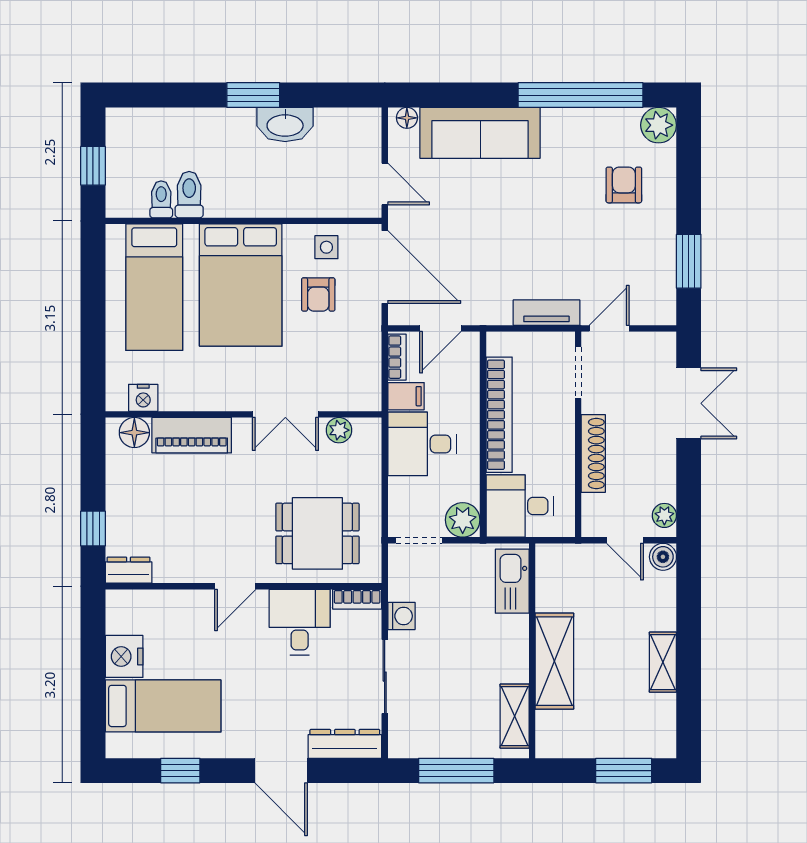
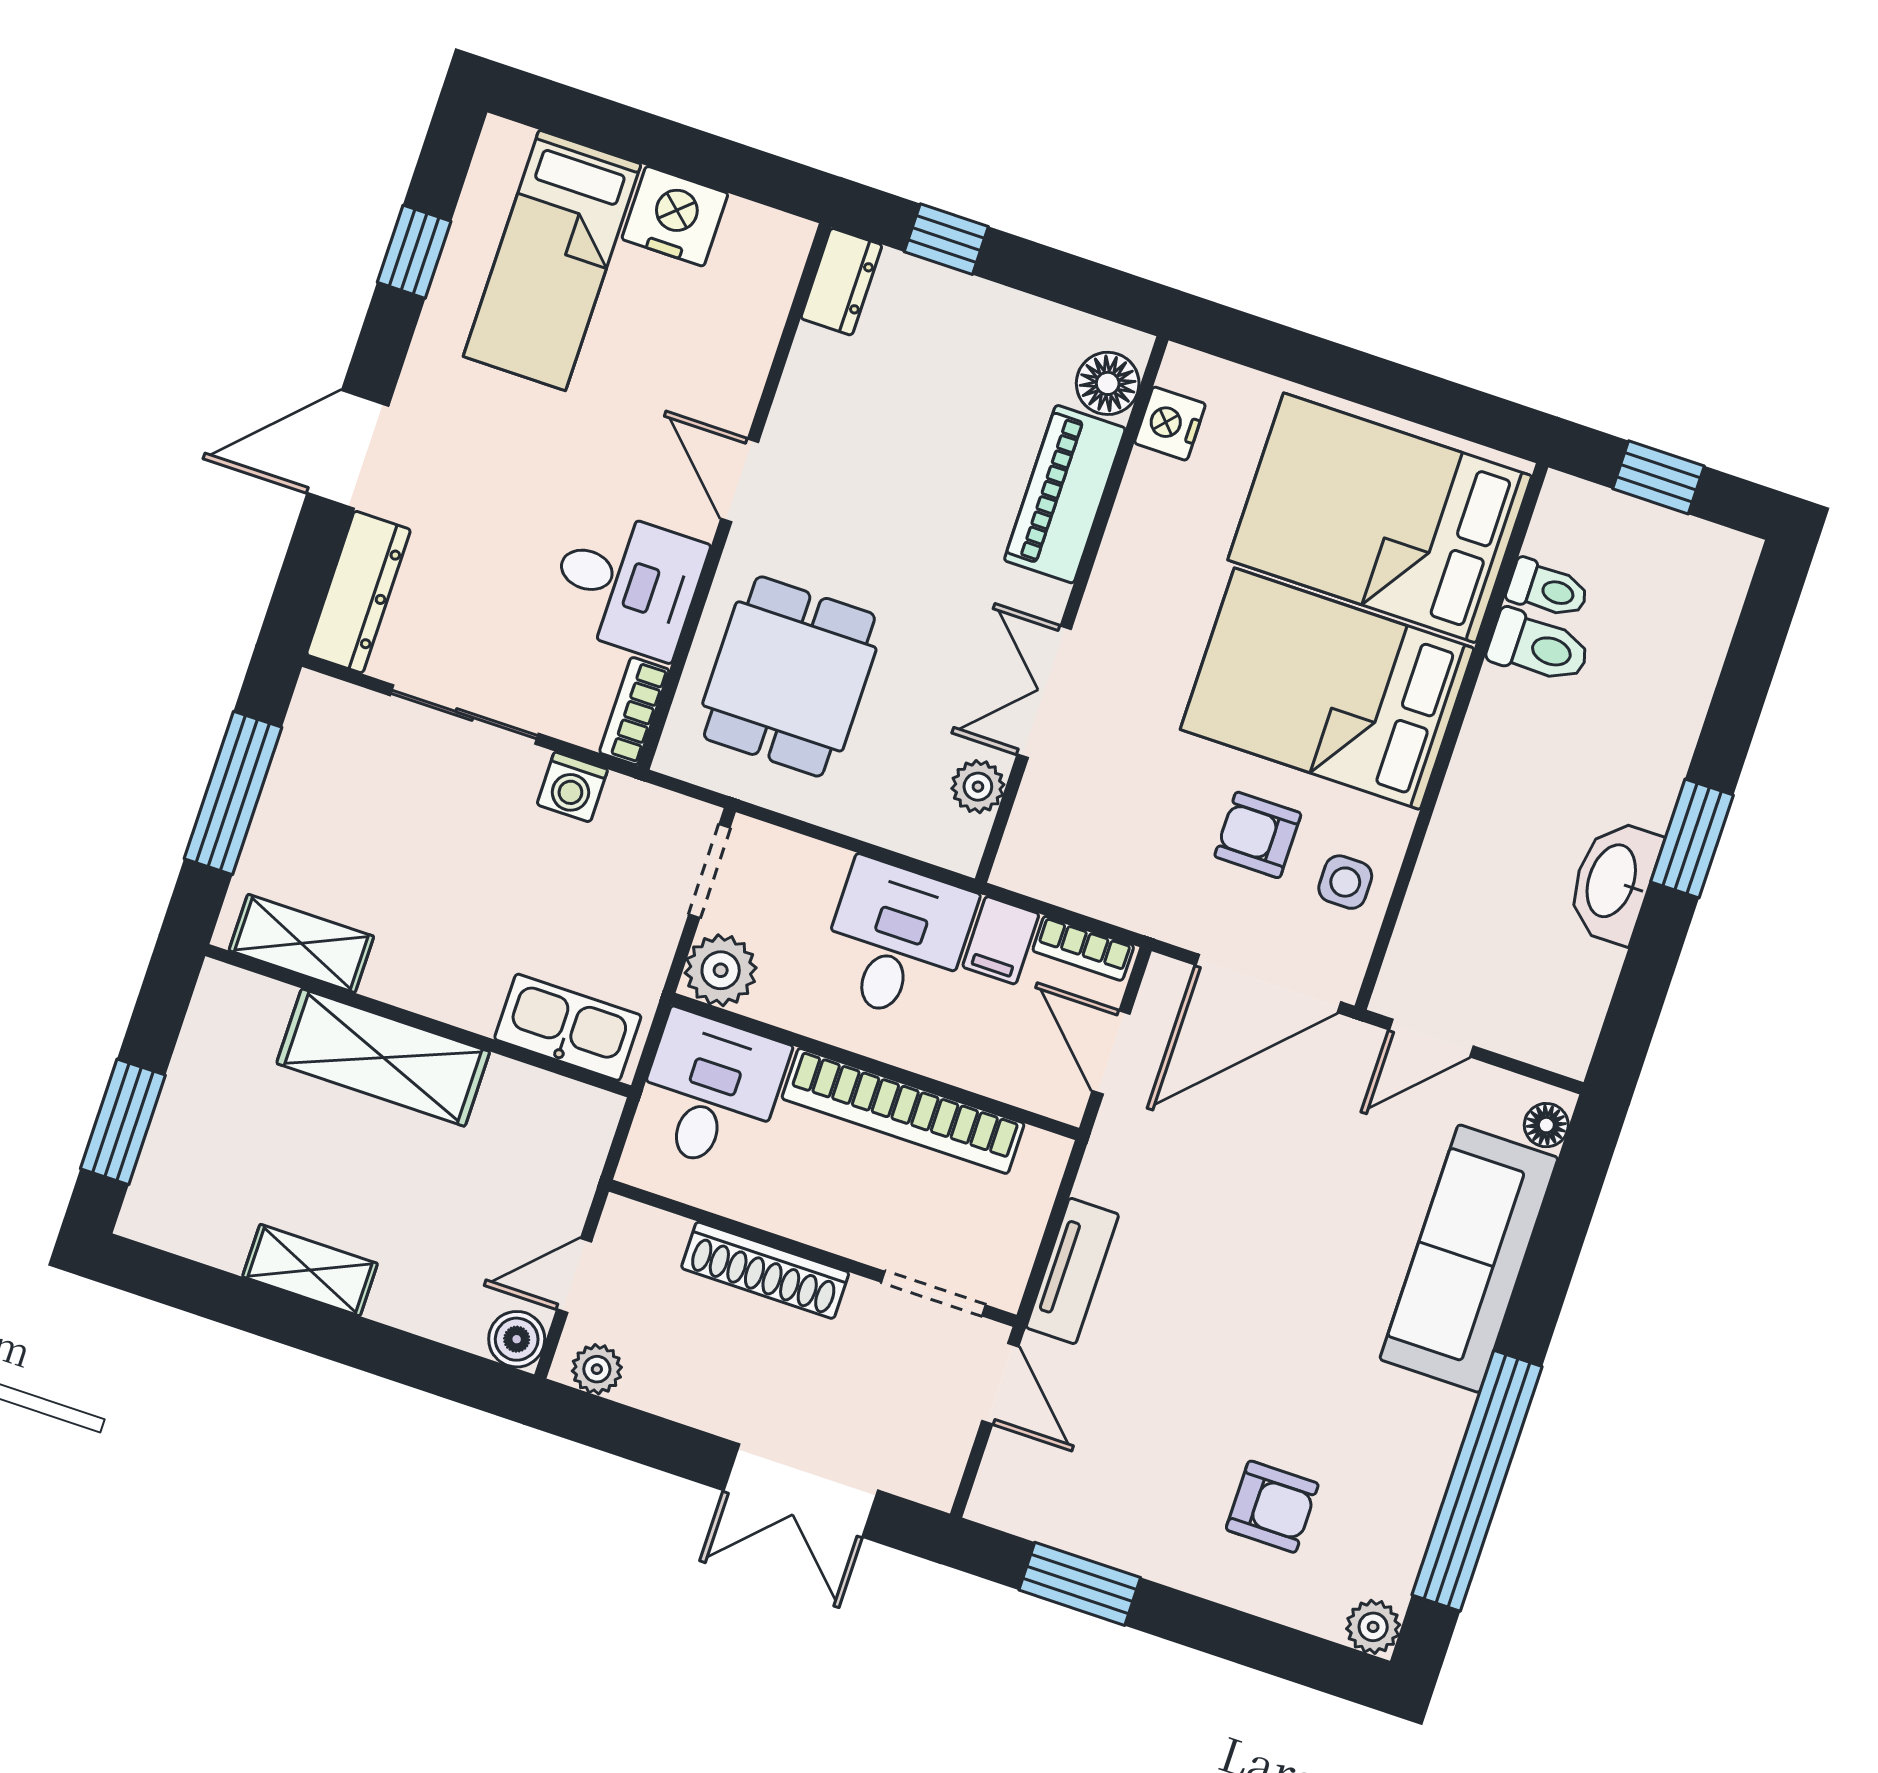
plant: (659, 125) -> (1373, 1627), width x0.73, depth x0.73
bed: (154, 287) -> (1380, 518), width x1.50

